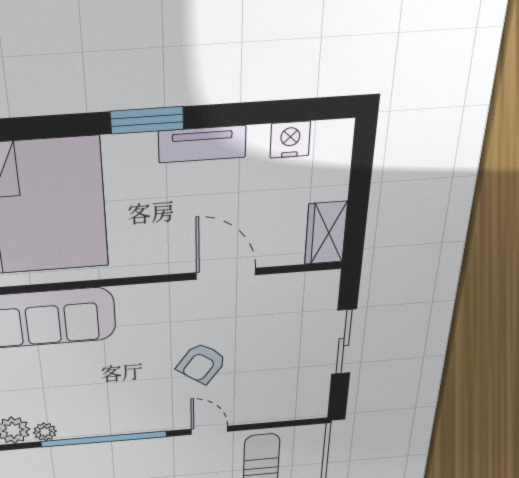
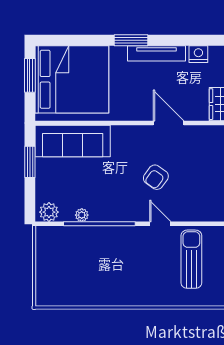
tv unit: (202, 144) -> (156, 53), width x1.41
plant: (45, 432) -> (82, 215), moved

